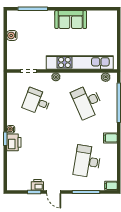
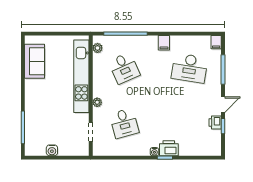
sofa: (71, 20) -> (34, 61), moved
desk: (37, 102) -> (124, 123), turned -36
desk: (87, 102) -> (124, 68), width x0.73

